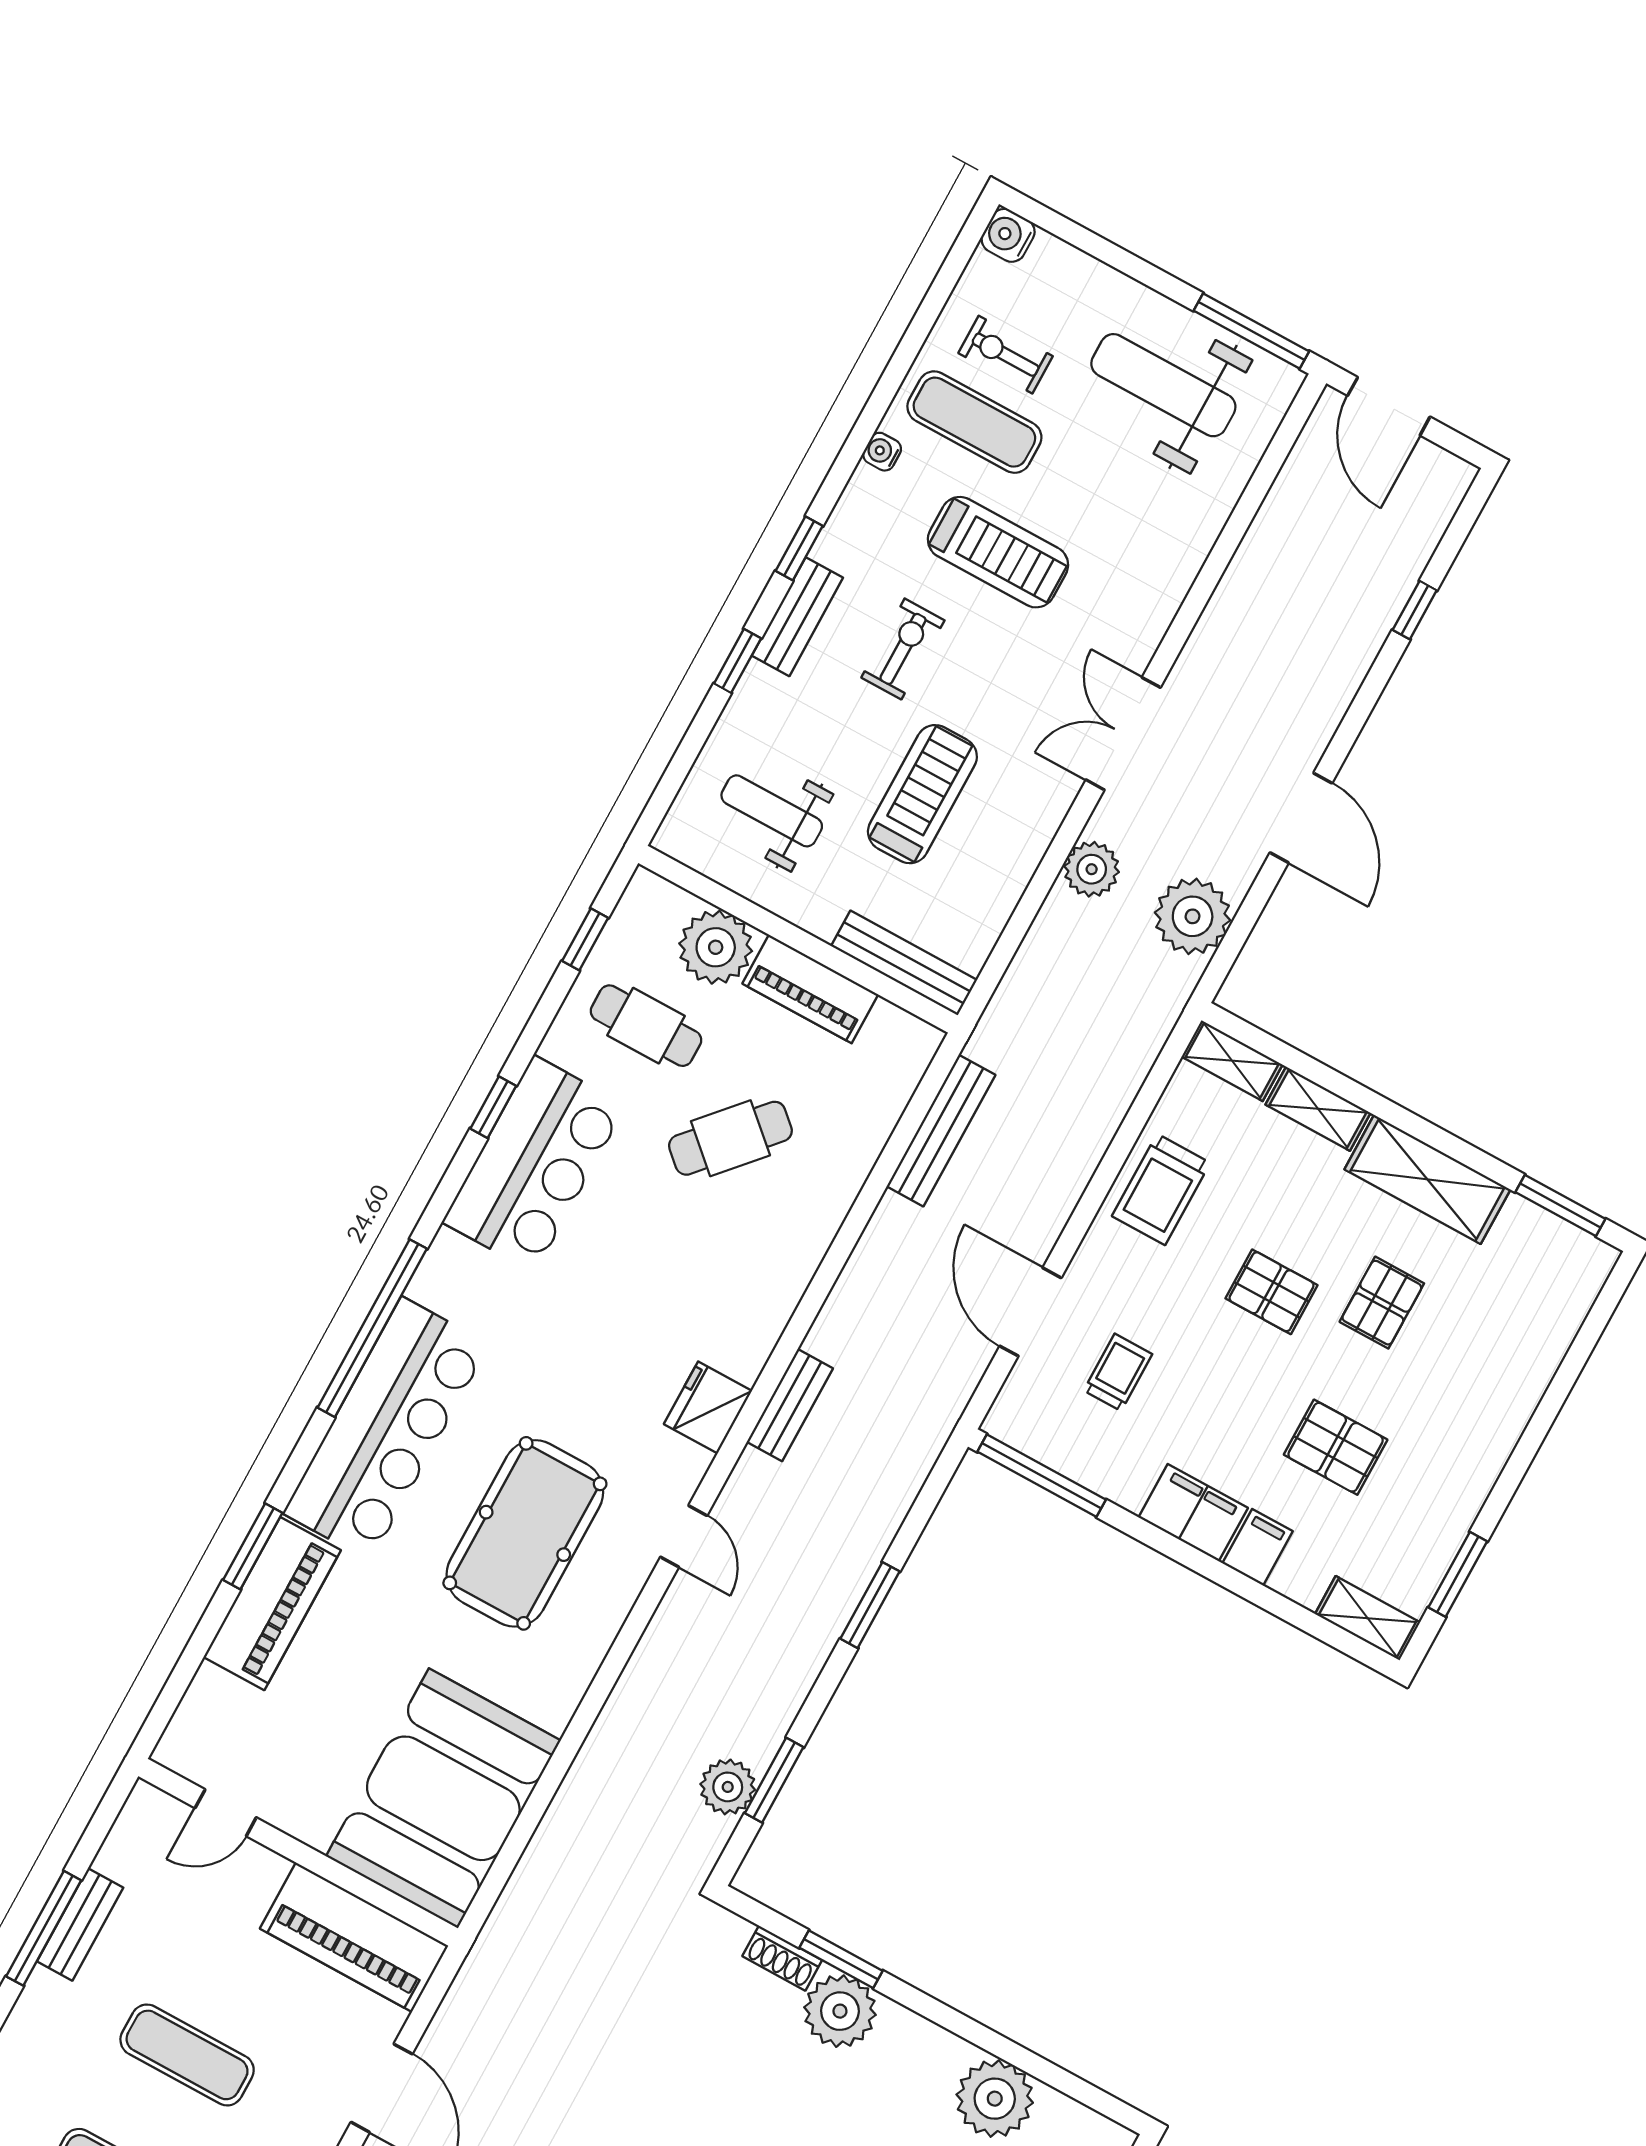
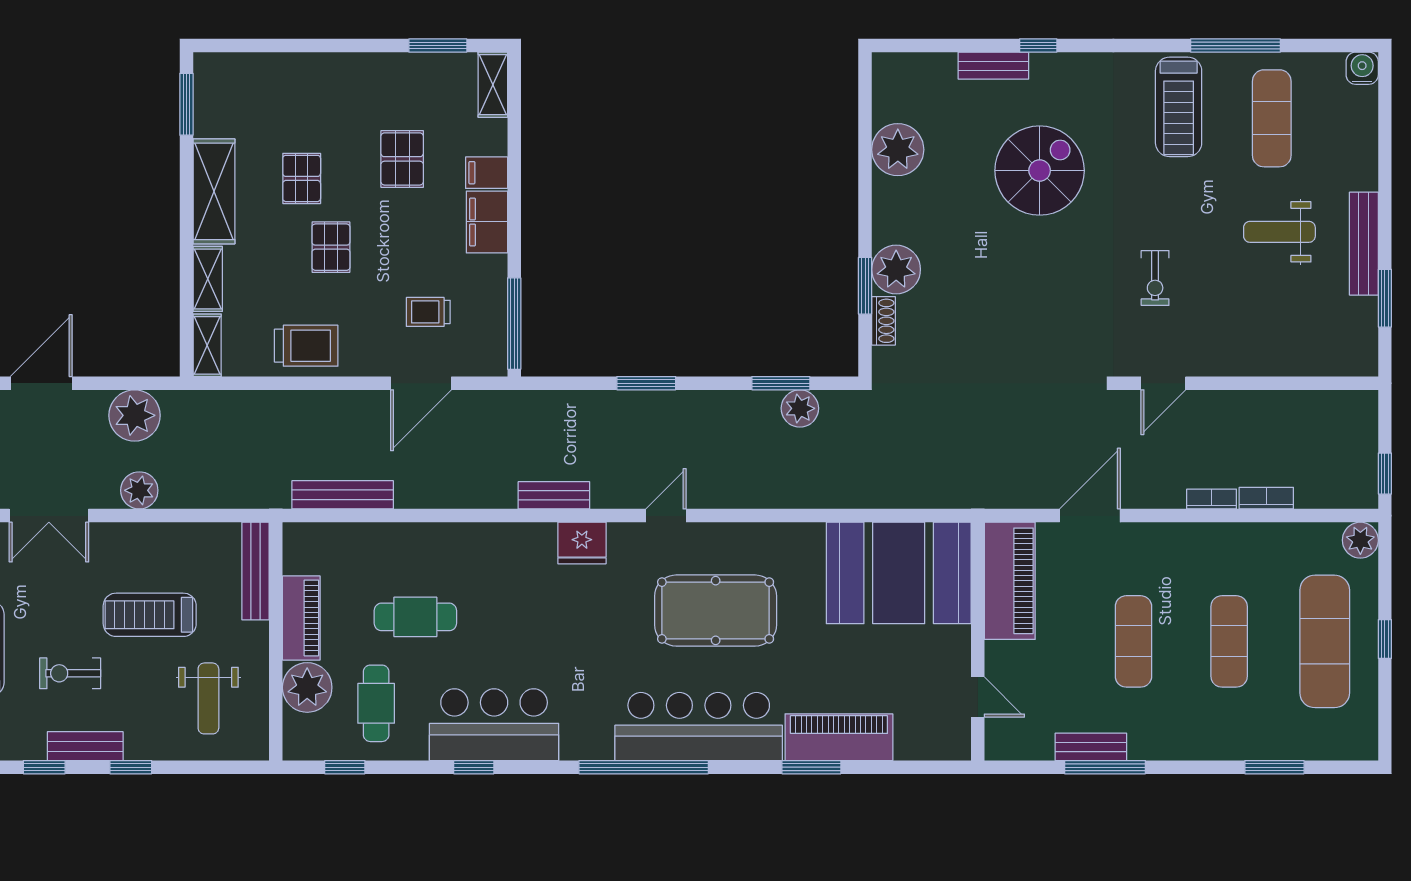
cafe table: (730, 1138) -> (415, 617), turned -42
pallet: (1382, 1303) -> (302, 178), turned 90

